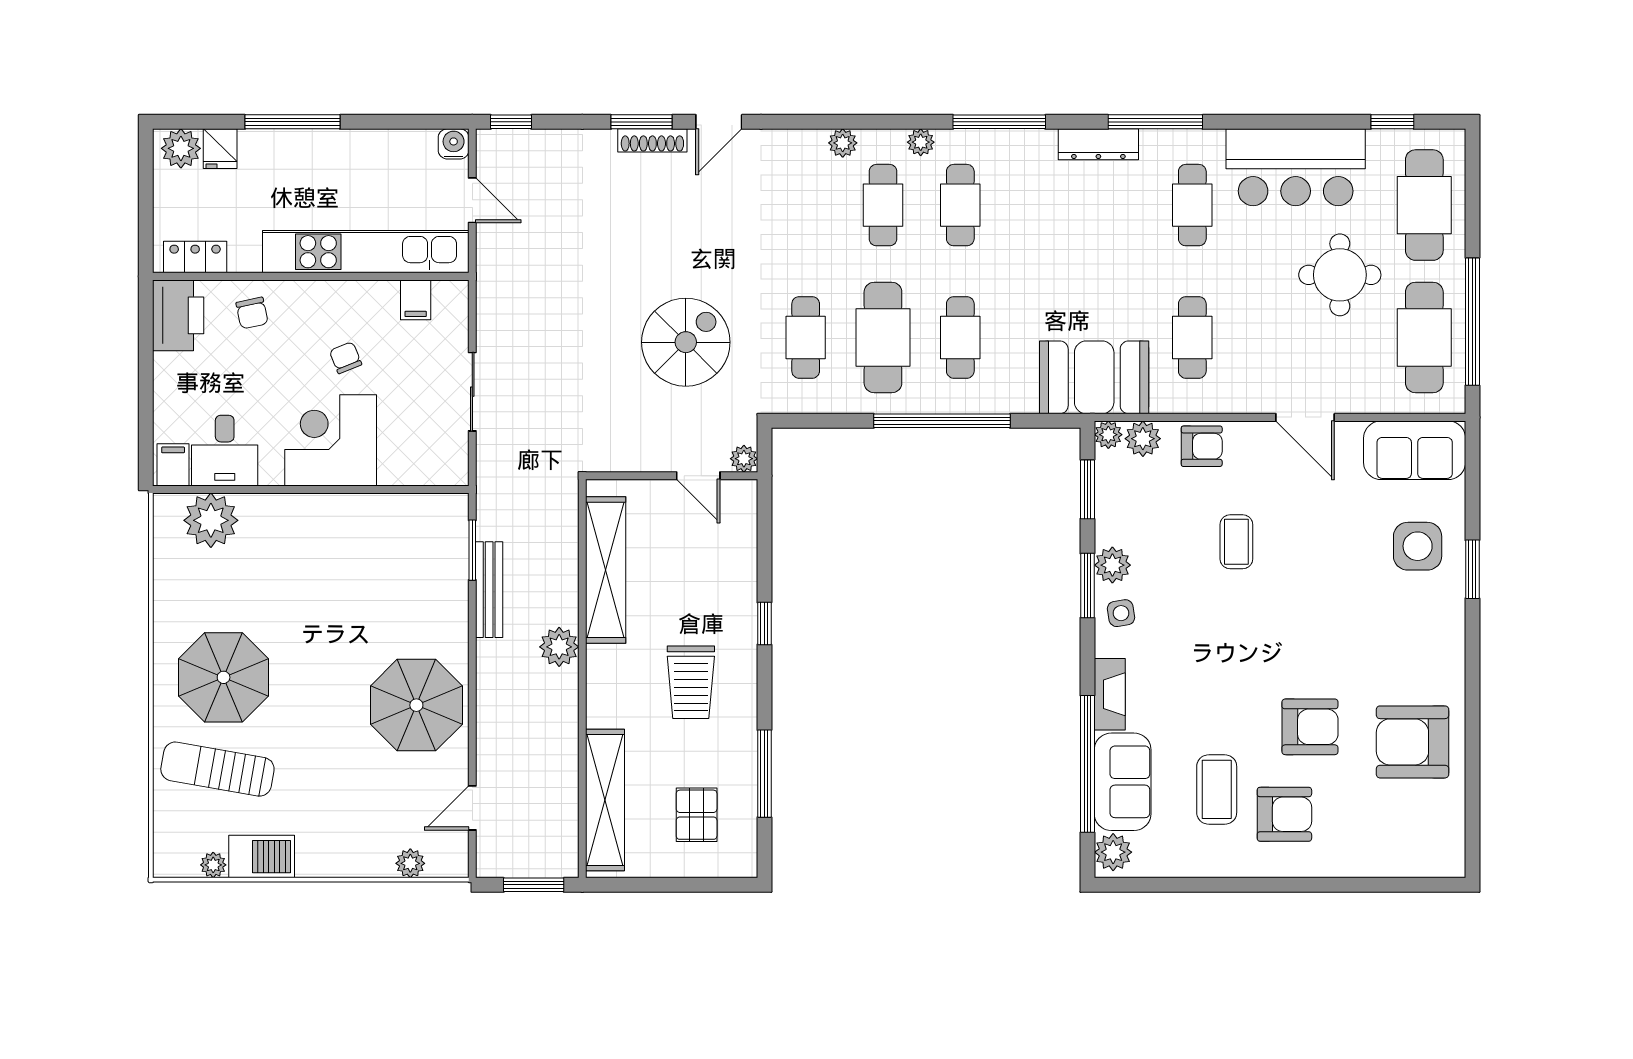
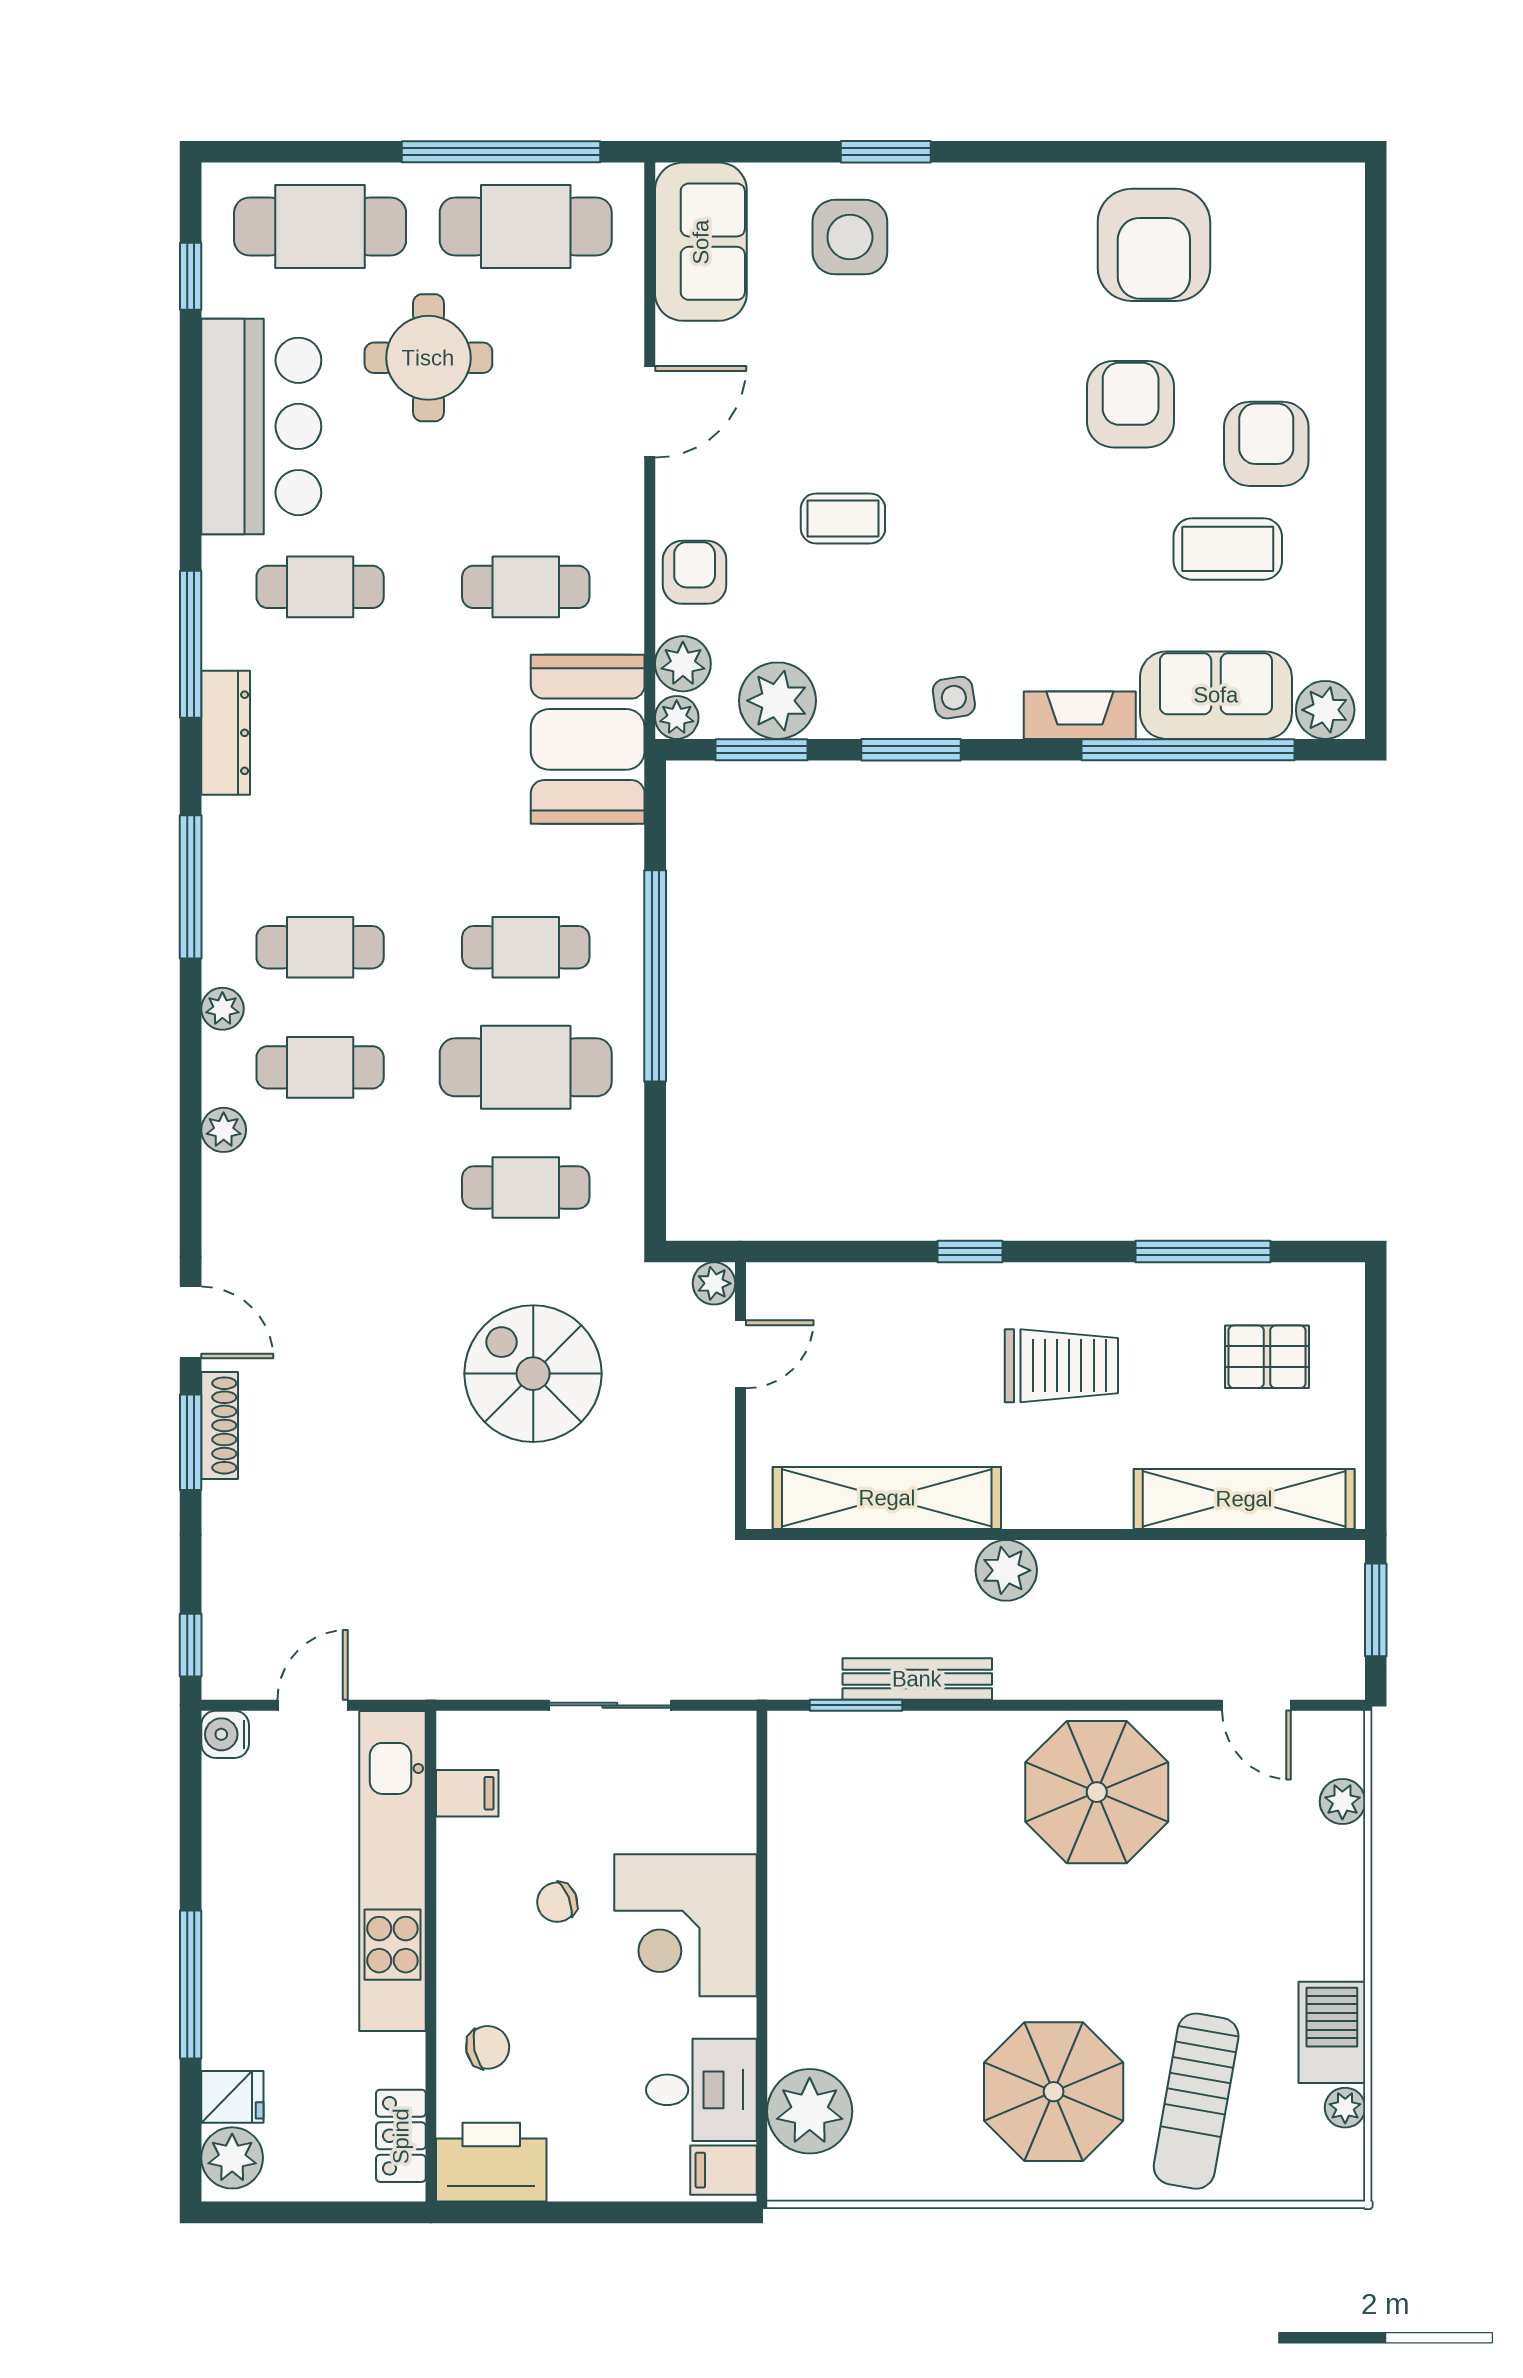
plant: (1112, 565) -> (777, 701), moved, width x1.36, depth x1.36

